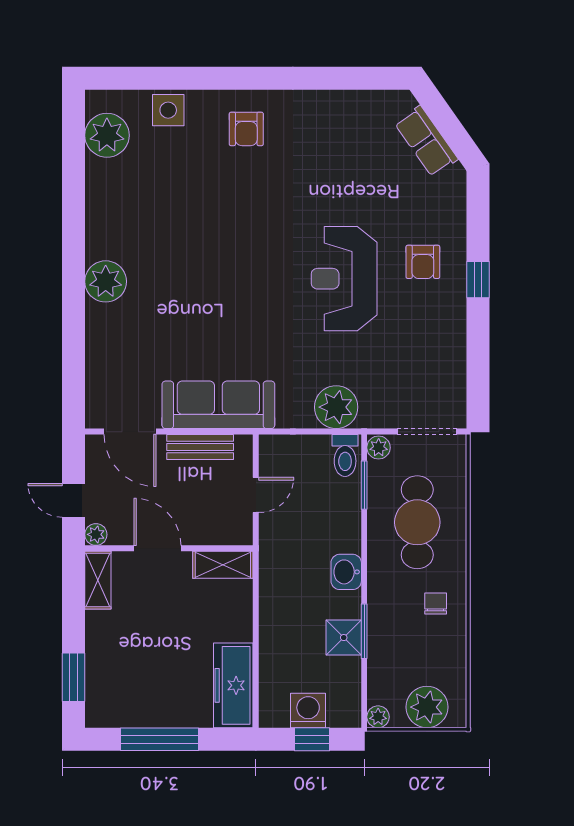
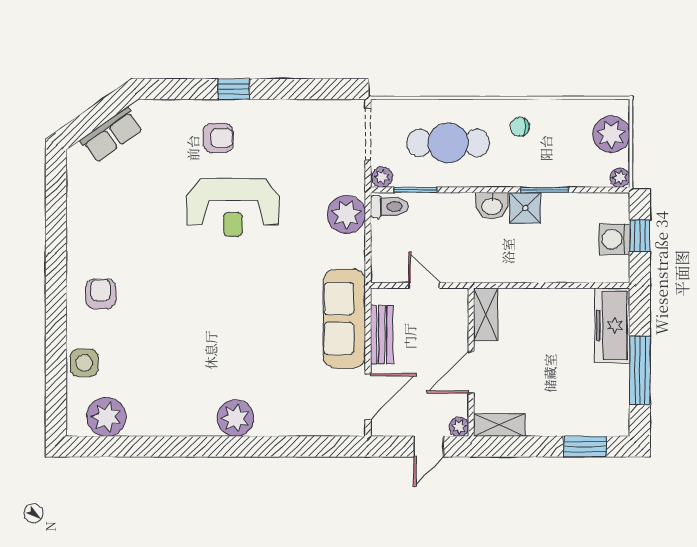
armchair: (246, 129) -> (101, 294), turned -90
shower: (344, 638) -> (525, 208), moved
freezer: (233, 685) -> (612, 325), moved, turned 90

